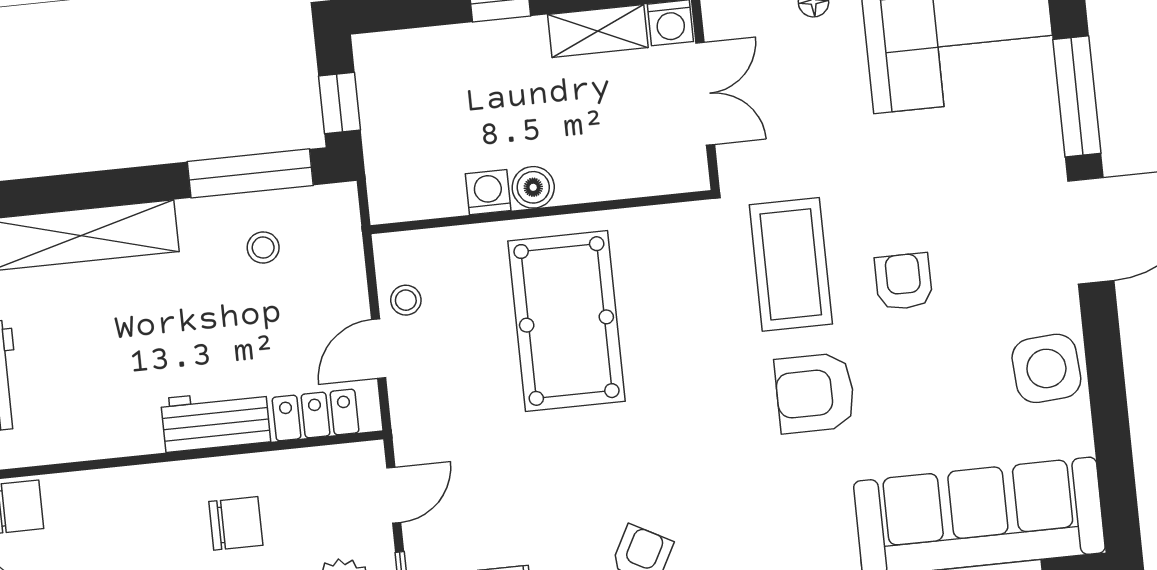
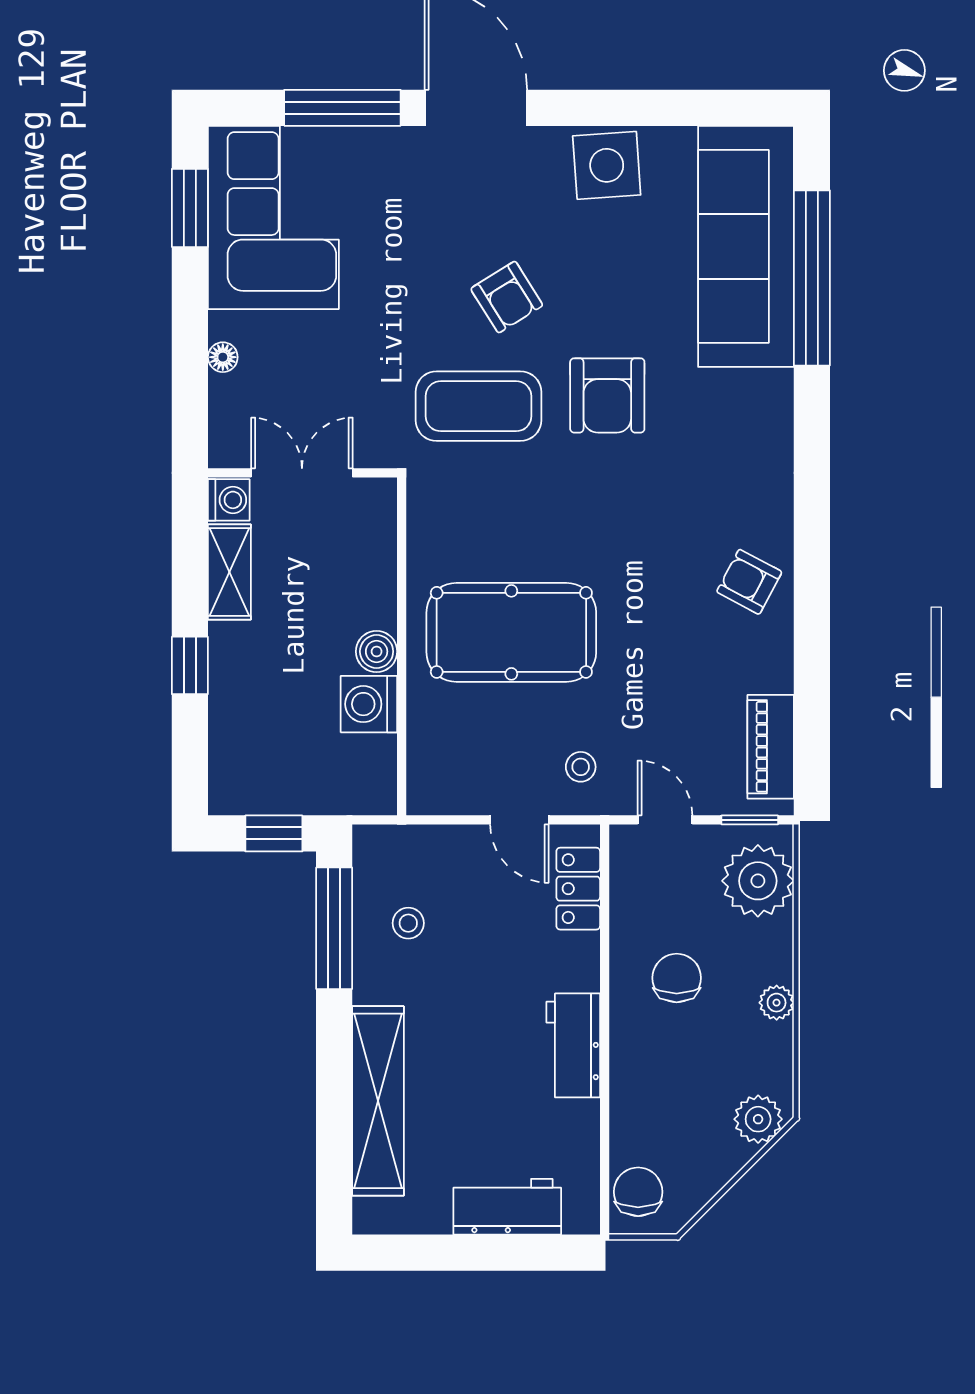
washing machine: (488, 192) -> (369, 704), width x1.38, depth x1.38
armchair: (904, 282) -> (507, 297), turned -122
stool: (406, 300) -> (581, 767), moved
workbench: (216, 420) -> (573, 1045), moved

